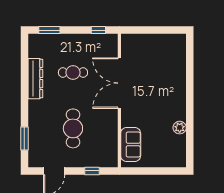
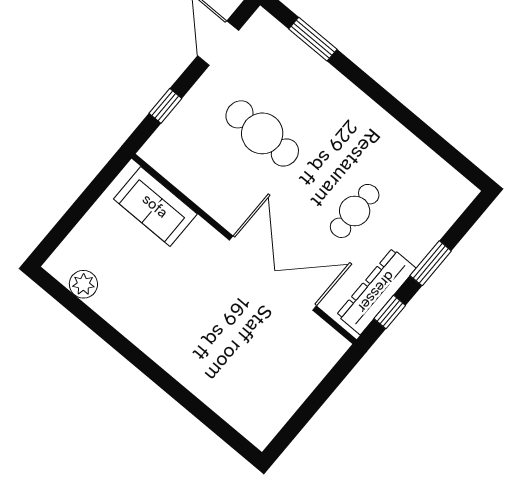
window: (49, 30) -> (431, 263), moved
dresser: (35, 79) -> (376, 292), moved, turned 90
plant: (180, 128) -> (83, 284), moved

